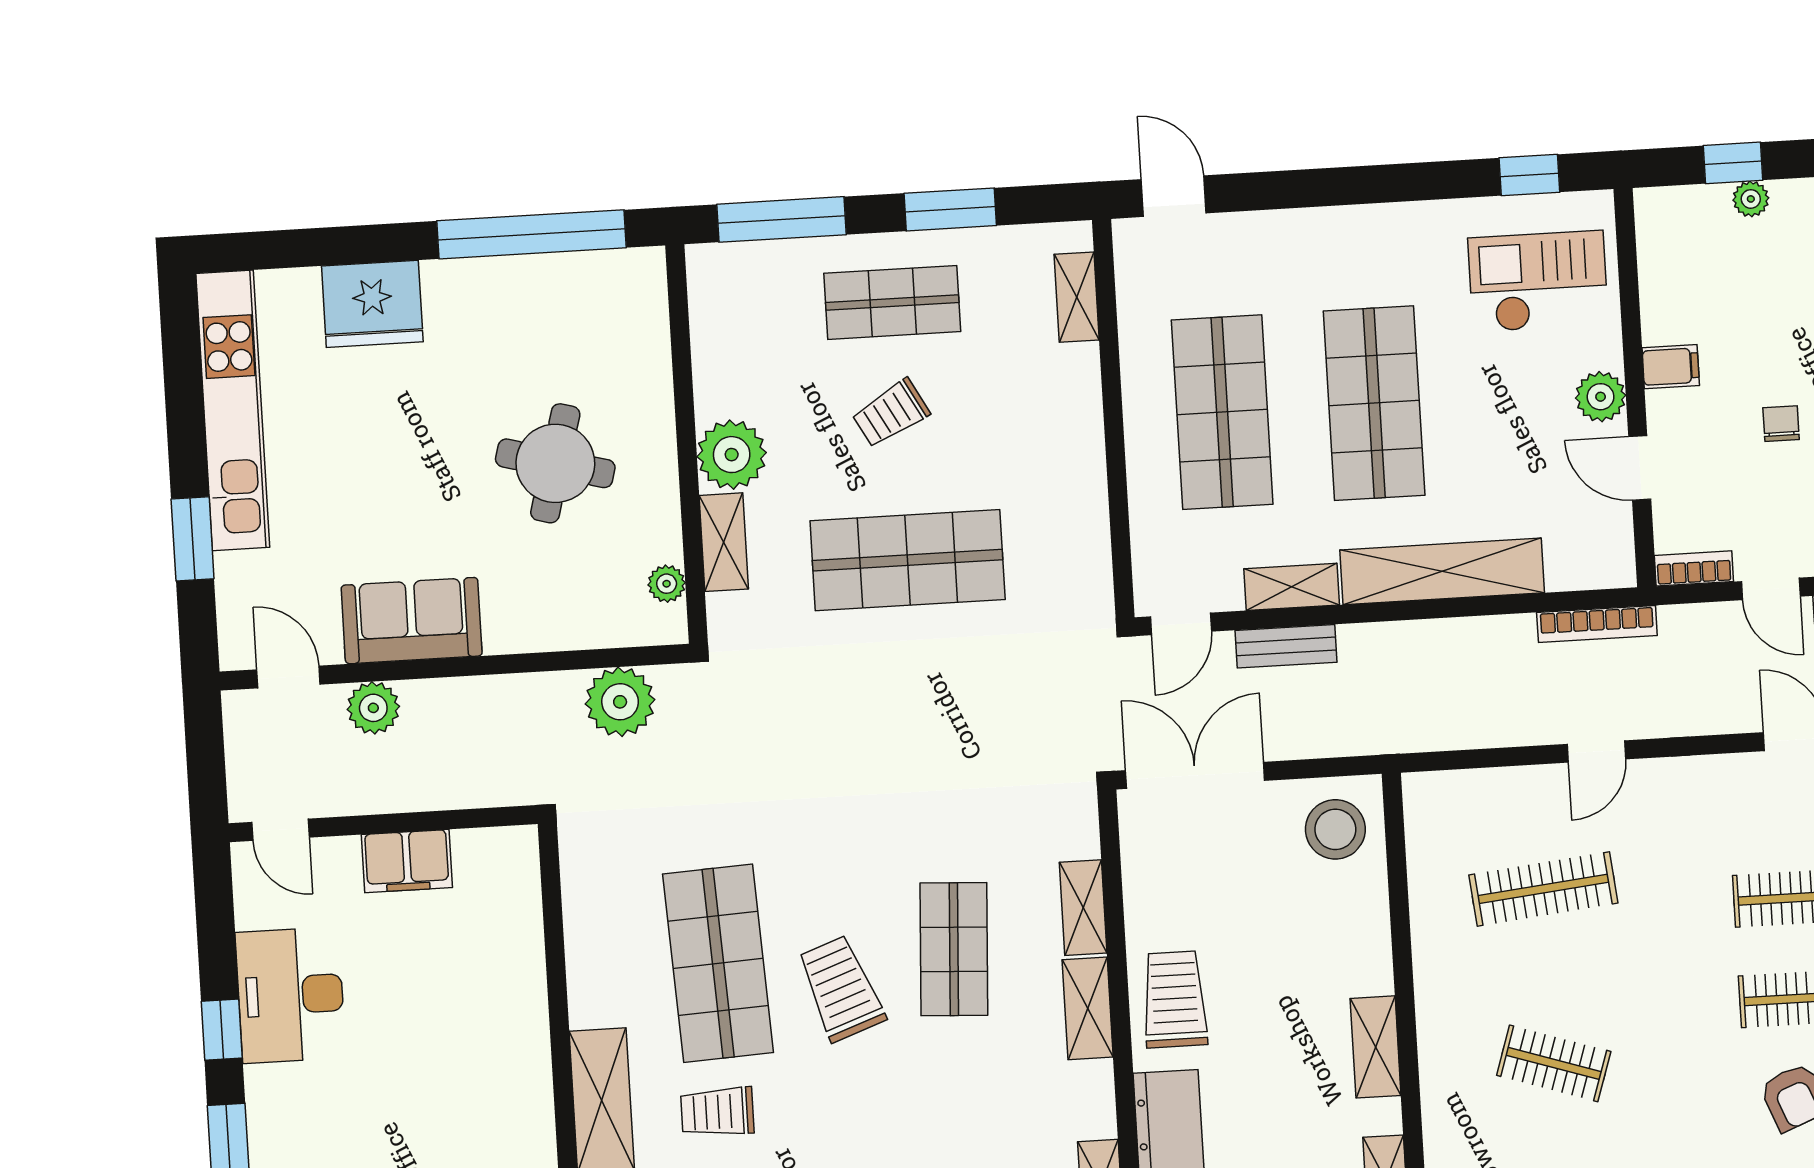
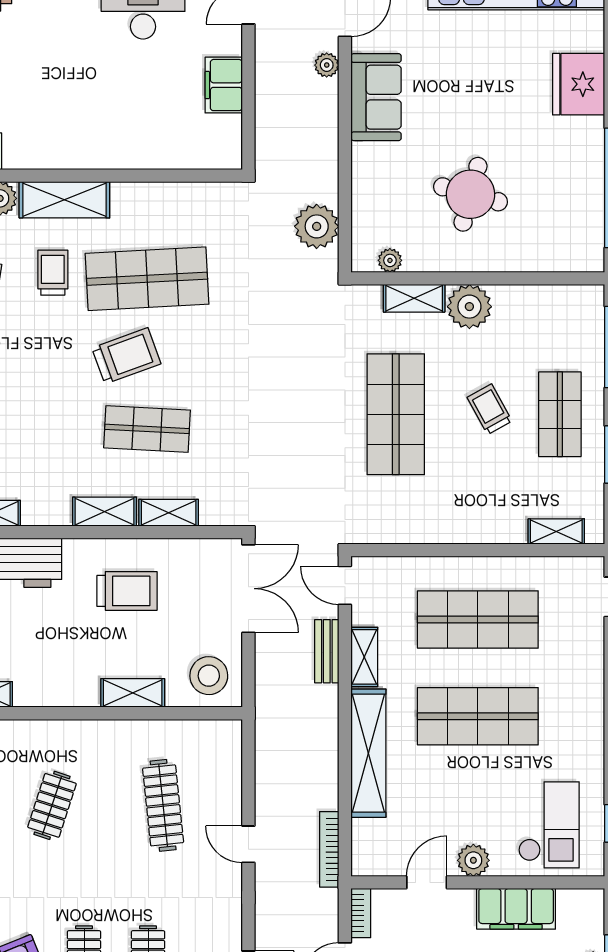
filing cabinet: (1671, 367) -> (516, 909), width x3.00, depth x1.17
plant: (373, 708) -> (327, 65), width x0.73, depth x0.73
trolley: (1175, 999) -> (127, 591), moved
shelving: (1376, 1047) -> (133, 693), moved

